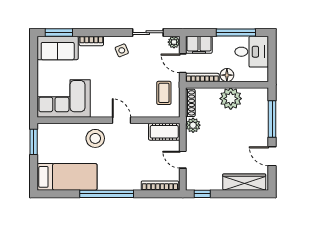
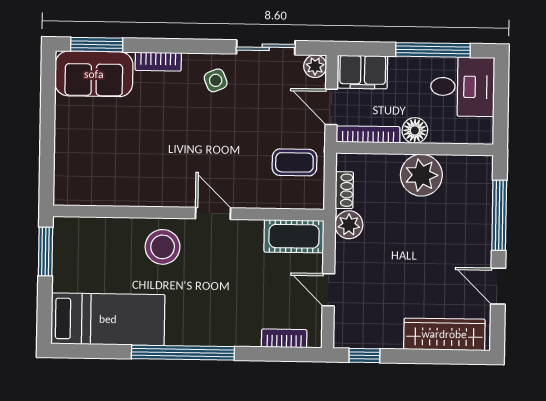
coffee table: (164, 93) -> (294, 162), turned 90
corner sofa: (64, 99) -> (104, 170), removed
shoe rack: (190, 103) -> (344, 190), width x0.70
bookcase: (160, 186) -> (284, 338), width x0.64

